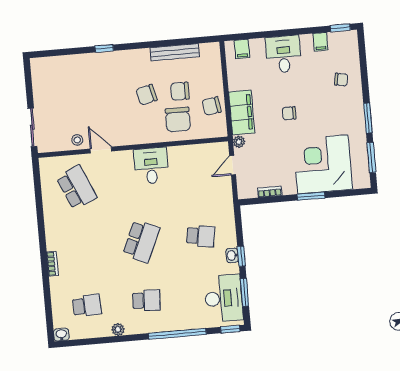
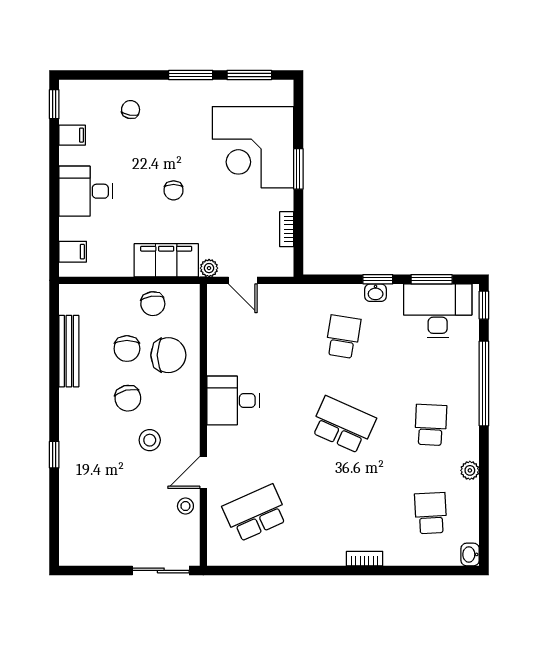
stool: (120, 112) -> (150, 440), added

